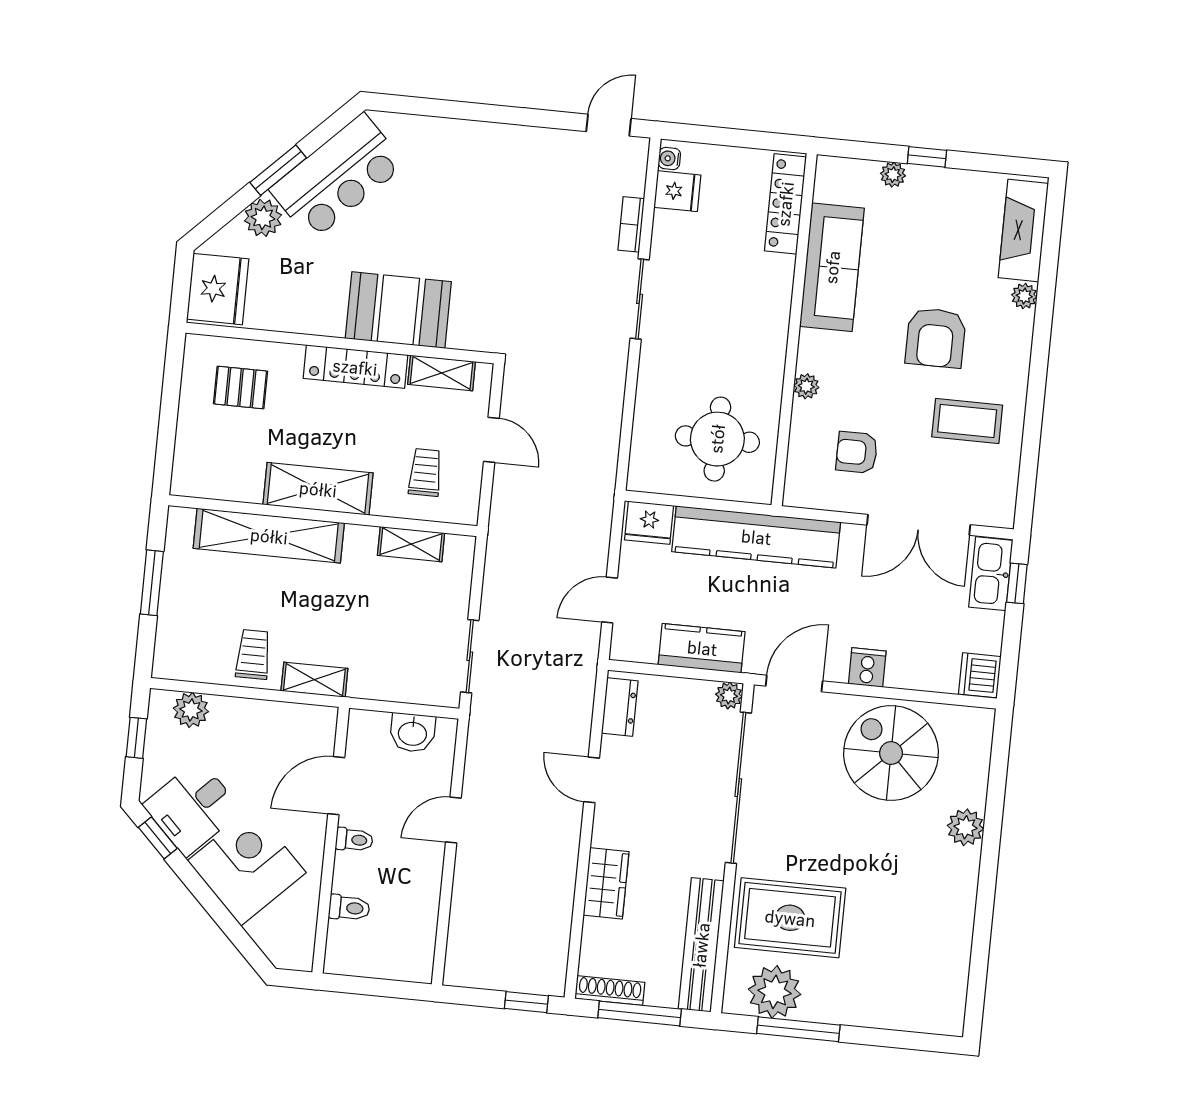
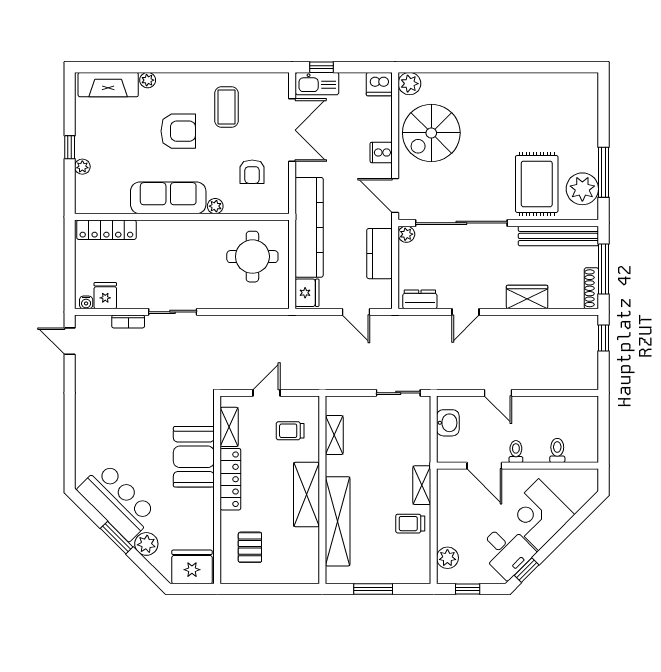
sofa: (832, 267) -> (168, 198), moved
plant: (966, 827) -> (409, 84), moved

